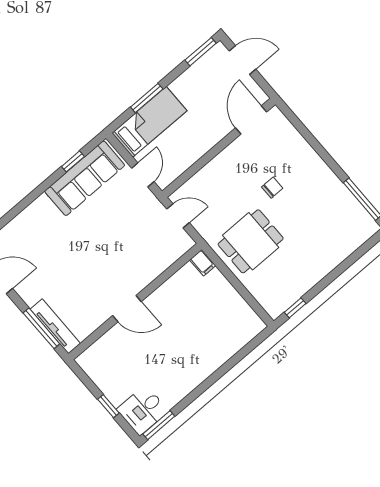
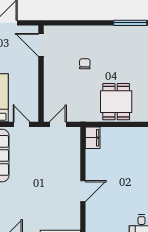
dining table: (251, 241) -> (116, 102), moved
filing cabinet: (203, 263) -> (93, 138), width x2.00

